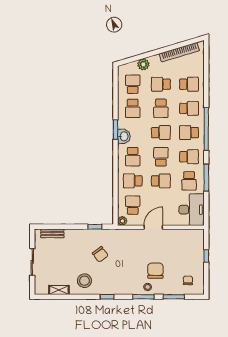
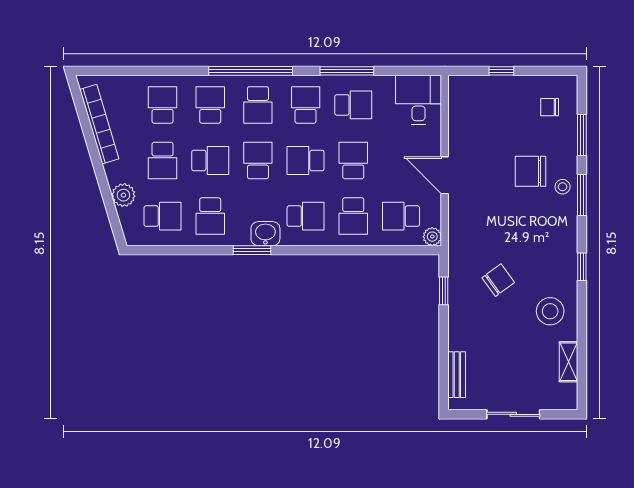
school desk: (133, 84) -> (163, 216), turned 180
school desk: (133, 108) -> (210, 216), turned 90
desk: (192, 210) -> (419, 100), width x0.73

